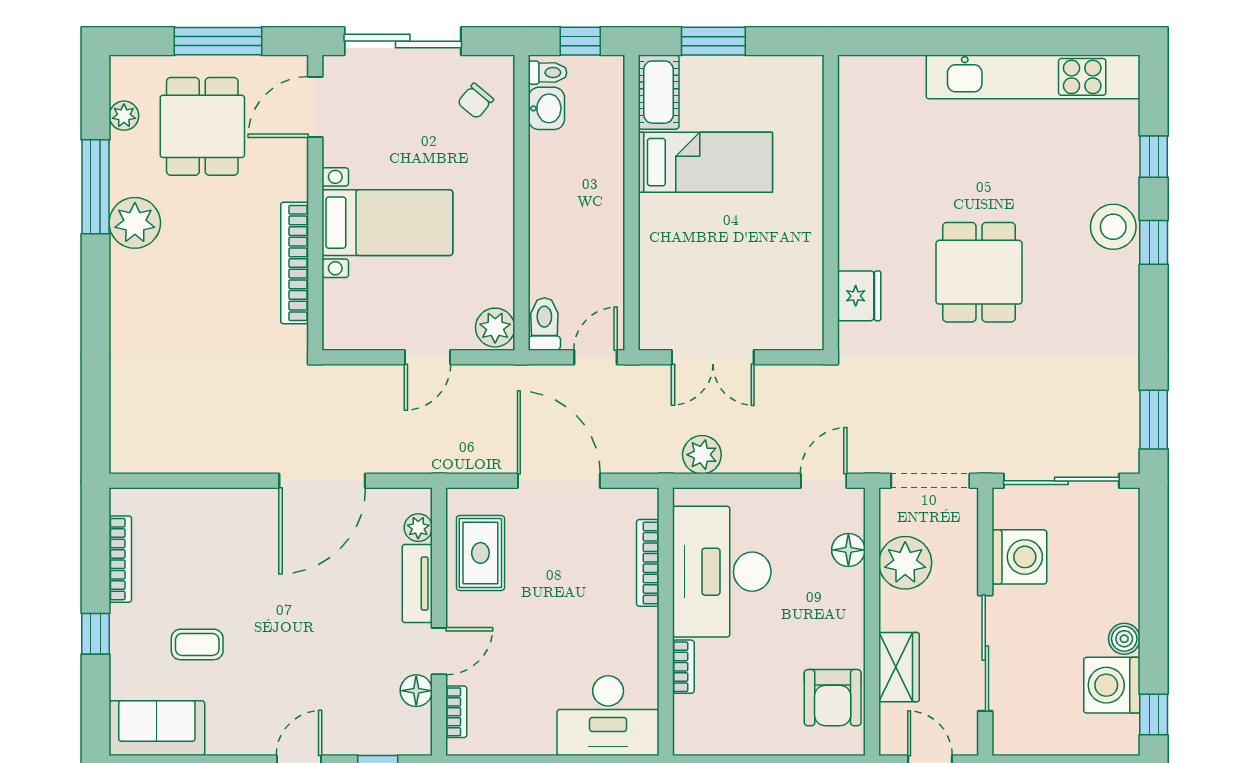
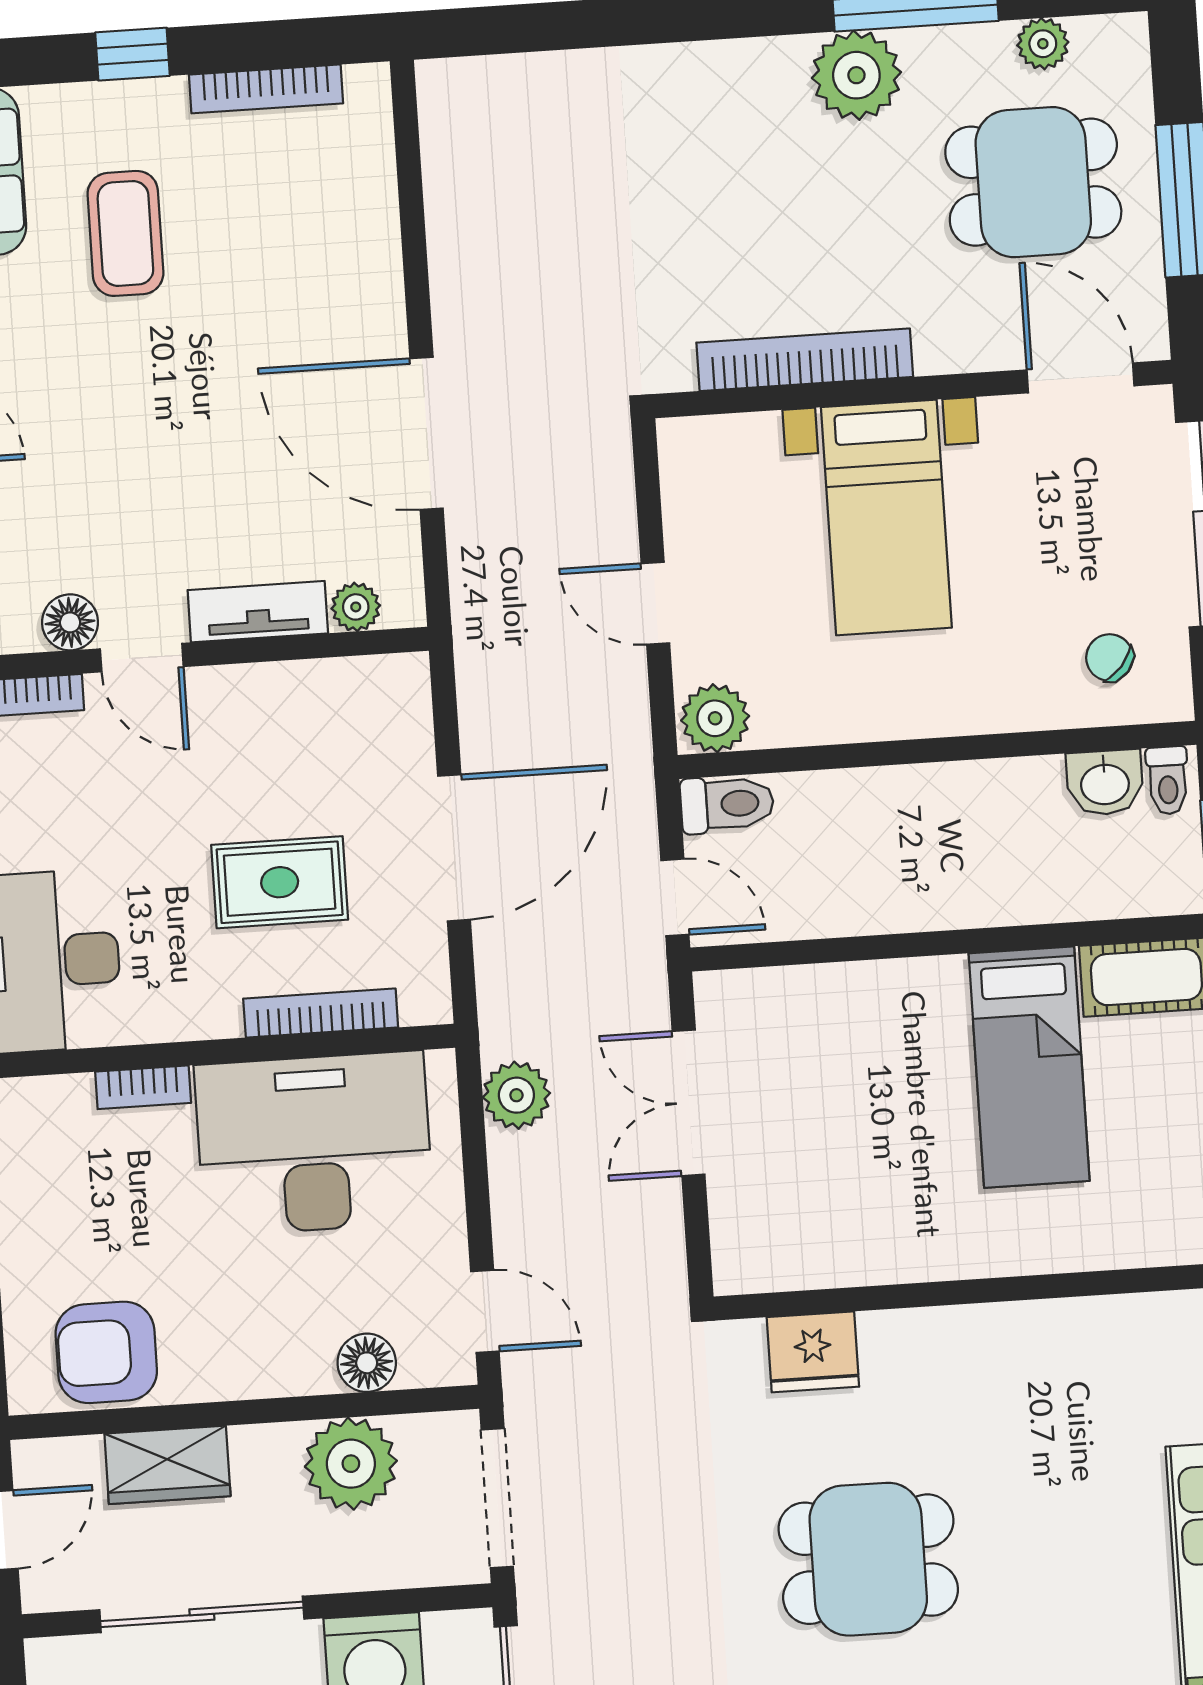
rug: (480, 553) -> (280, 882), moved
coffee table: (197, 644) -> (125, 233), width x1.36, depth x1.30

